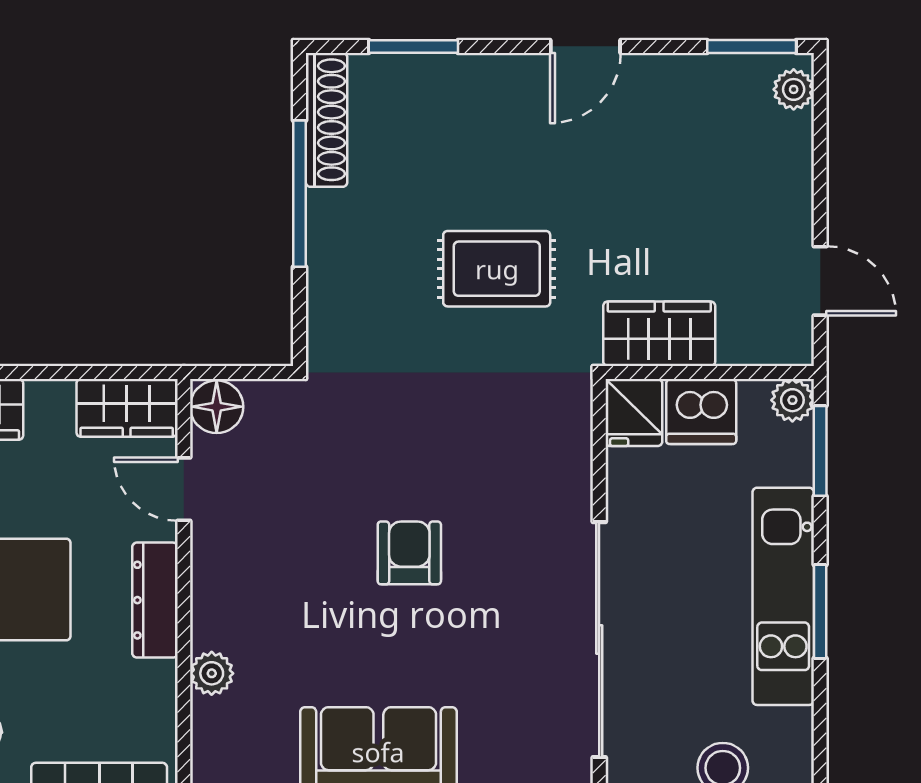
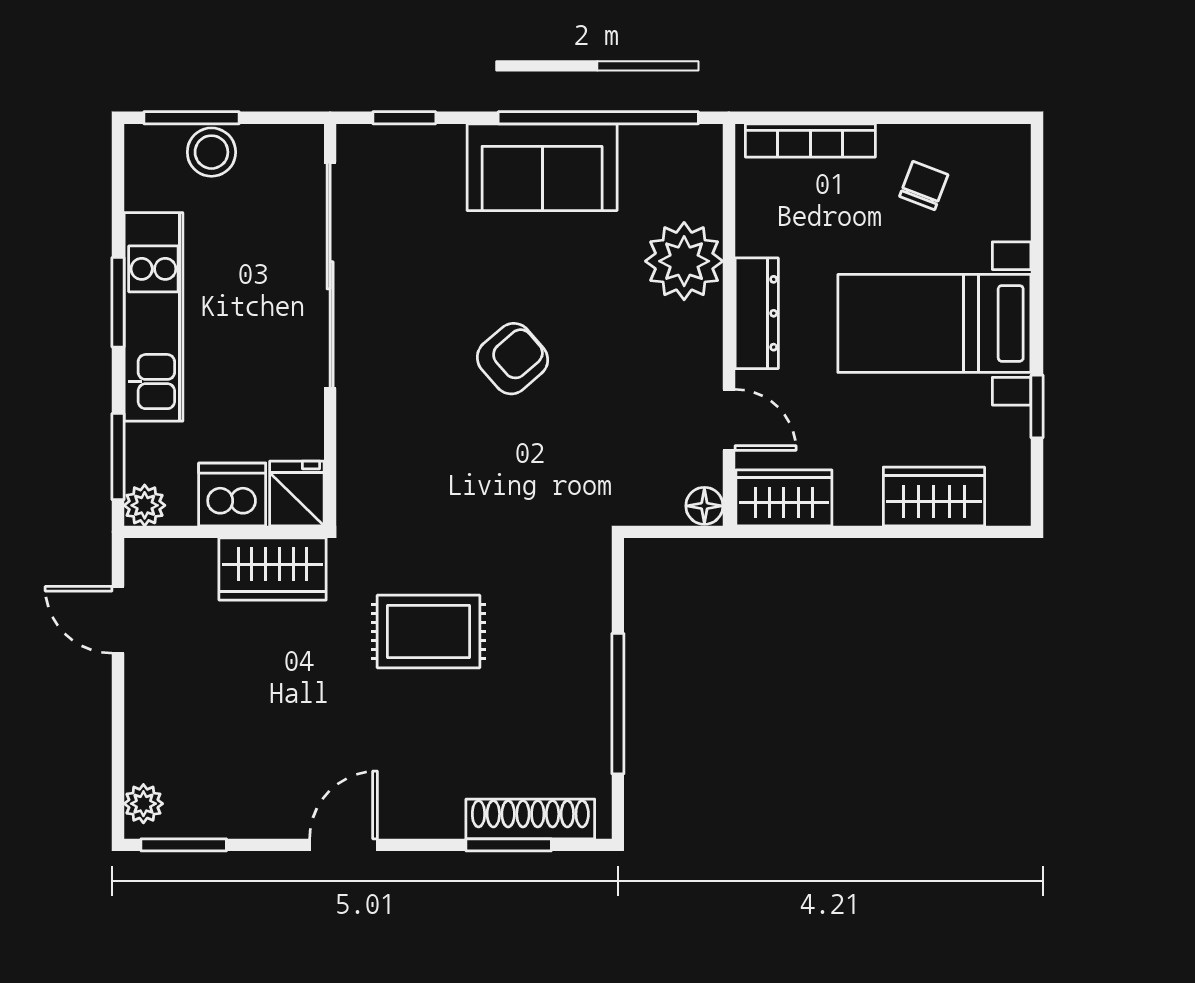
shoe rack: (327, 120) -> (530, 819), moved, turned 90
floor lamp: (217, 407) -> (704, 506), width x0.73, depth x0.73
armchair: (409, 553) -> (512, 359), turned -131
plant: (212, 673) -> (684, 261), width x1.87, depth x1.87

